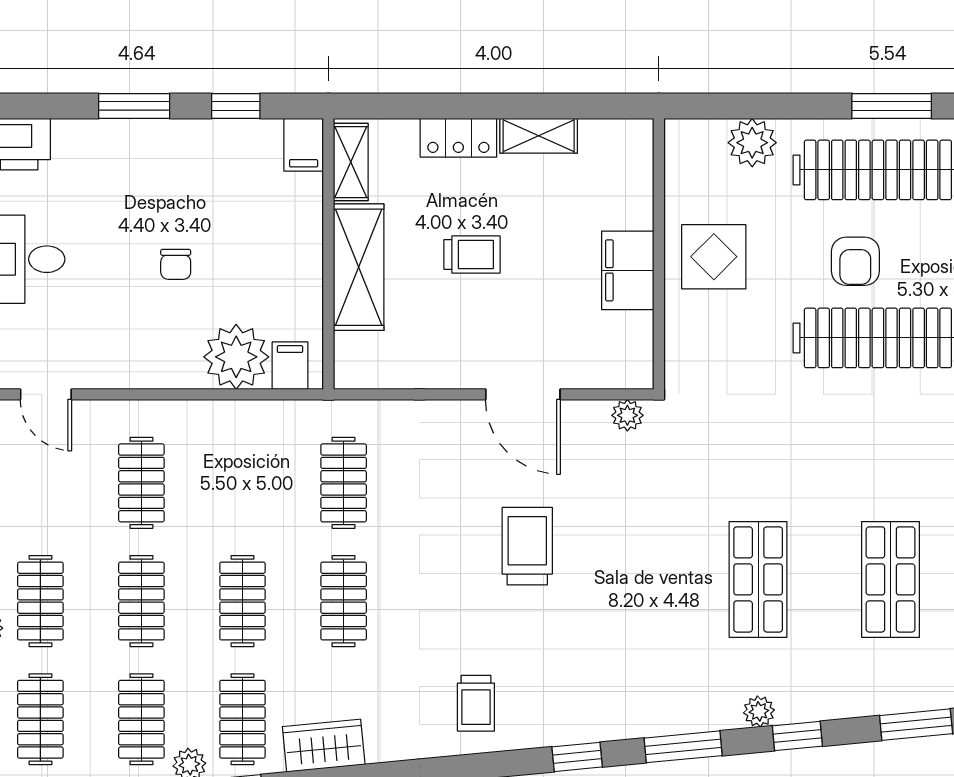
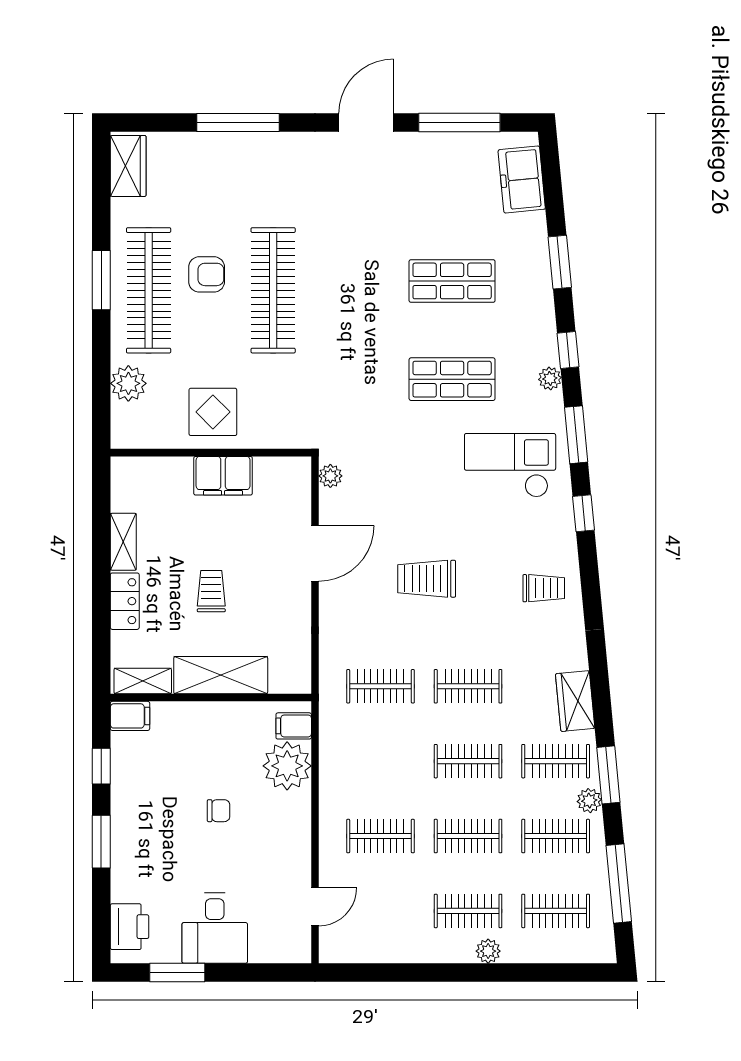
armchair: (855, 261) -> (207, 274), moved
trolley: (527, 546) -> (427, 579), moved
checkout: (642, 658) -> (510, 465), added

